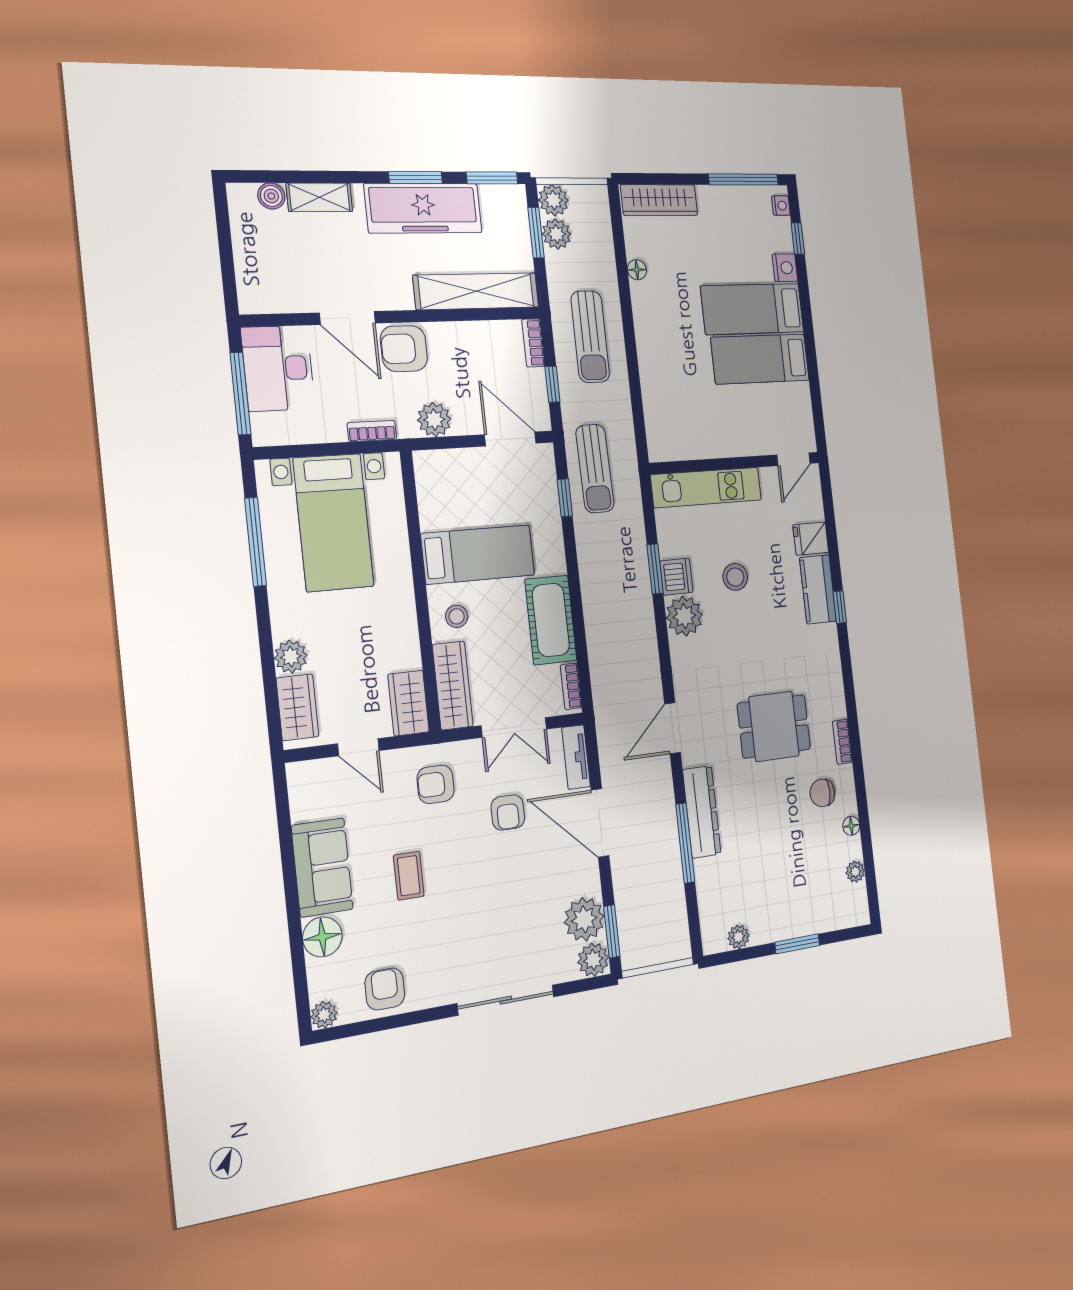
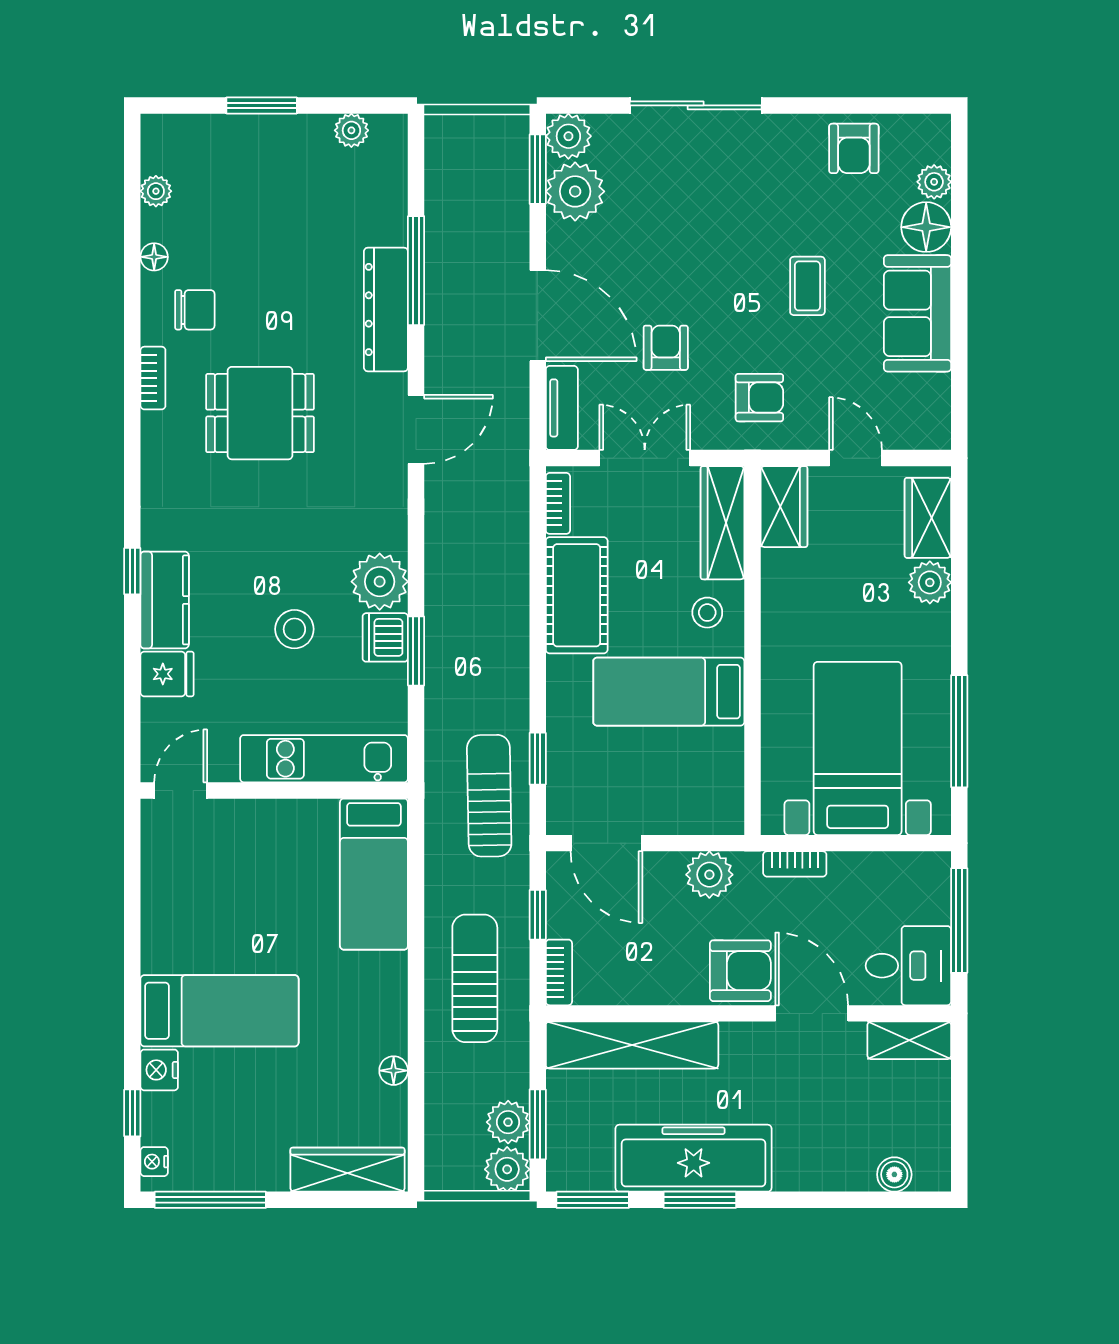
shelving: (319, 197) -> (909, 1040), moved
bed: (760, 359) -> (374, 874), moved, turned 90
desk: (278, 368) -> (908, 966), width x0.73
plant: (324, 1015) -> (934, 182), moved

